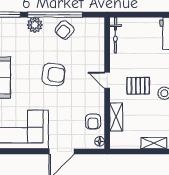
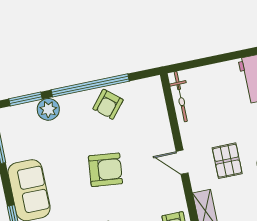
plant: (35, 25) -> (48, 109), moved
pallet: (138, 86) -> (227, 161), turned 90

